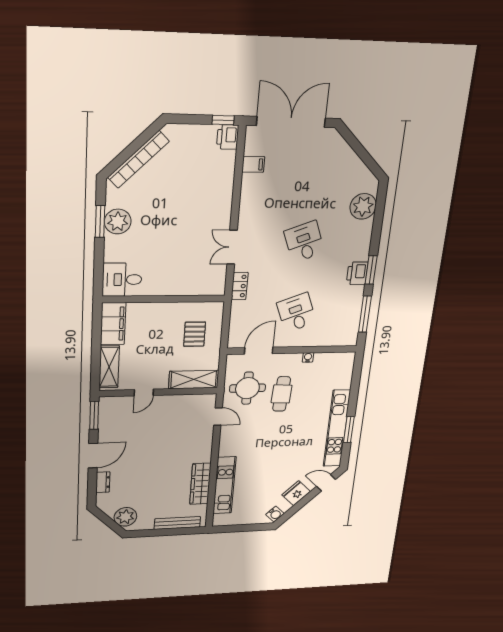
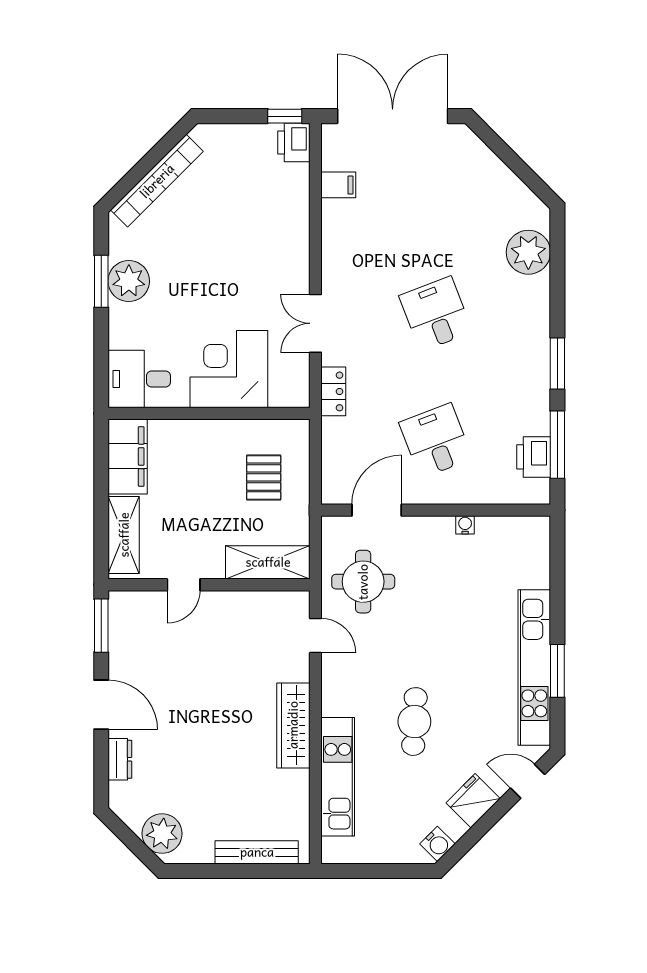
printer: (357, 273) -> (534, 457), moved
corner desk: (178, 274) -> (229, 369), added
cafe table: (282, 394) -> (414, 722), moved
door: (93, 456) -> (101, 705), hinge flipped
wardrobe: (200, 484) -> (293, 725), moved

